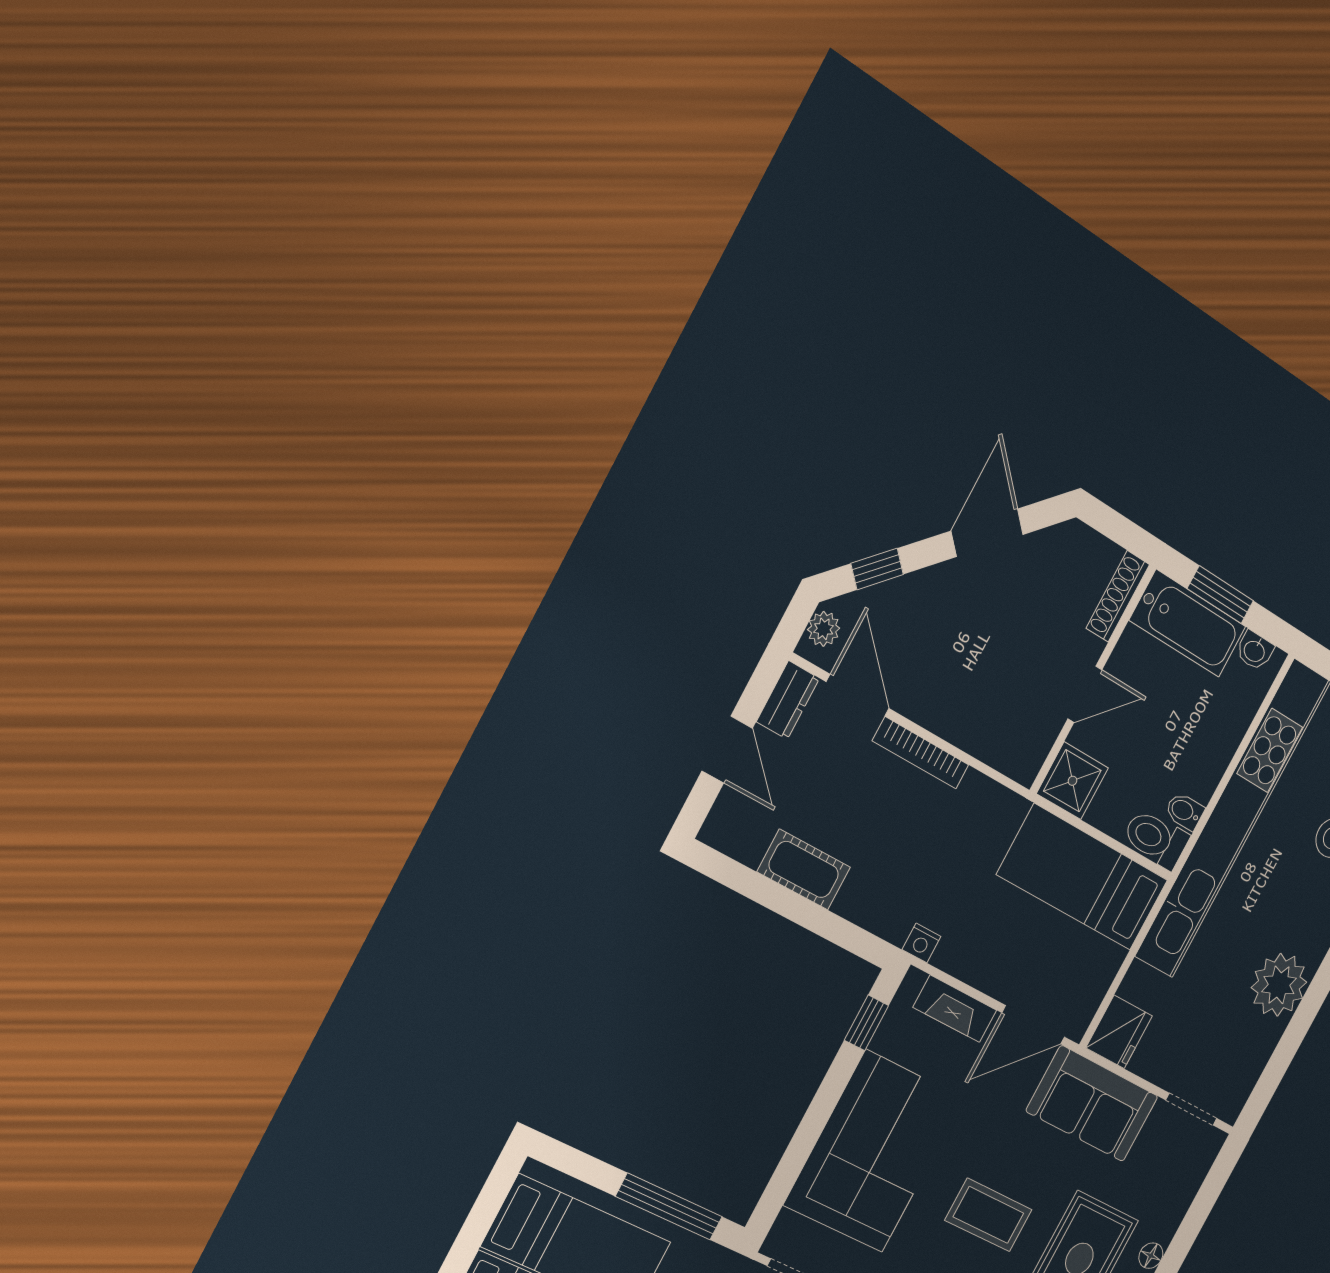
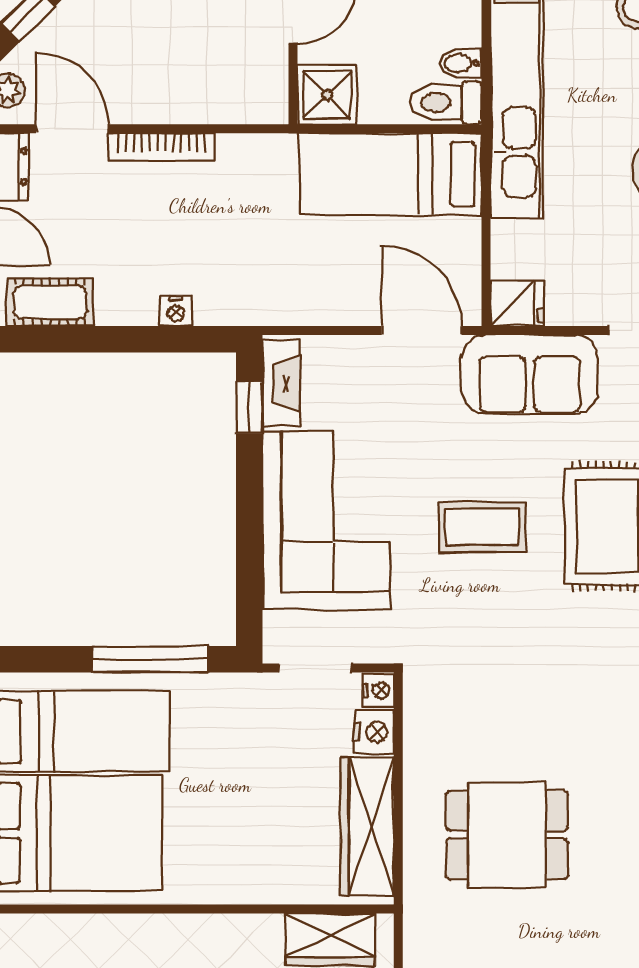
cot: (804, 870) -> (50, 302), moved
nightstand: (921, 943) -> (176, 311), moved
fireplace: (955, 1009) -> (281, 383), moved, turned -90
door: (1033, 1025) -> (422, 330), swing flipped
fridge: (1119, 1032) -> (517, 303), width x0.72

